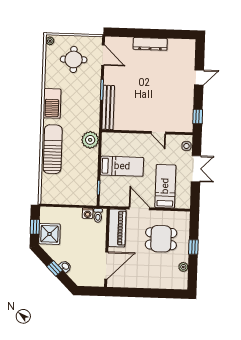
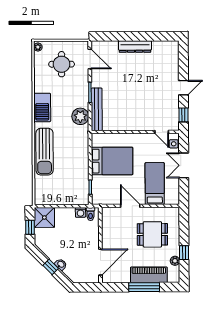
door: (199, 77) -> (183, 88), moved
door: (158, 133) -> (162, 132), moved
plant: (90, 140) -> (80, 116), moved
sun lounger: (53, 149) -> (44, 152), turned 180
bed: (122, 166) -> (112, 161), width x1.50
double door: (196, 169) -> (184, 165), swing flipped
piano: (117, 228) -> (149, 275), moved, turned -90
shower: (49, 234) -> (44, 217), moved
window: (193, 247) -> (184, 253), moved
window: (151, 293) -> (144, 287), added

